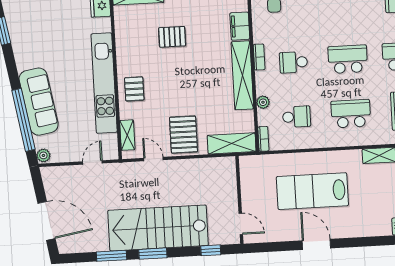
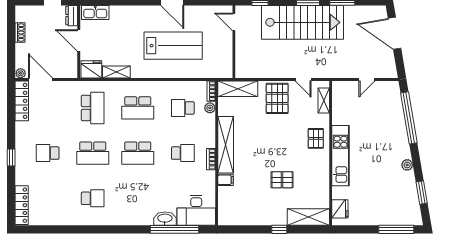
filing cabinet: (240, 26) -> (226, 180), width x0.50
kitchen unit: (104, 83) -> (340, 156), width x0.73
sofa: (39, 102) -> (396, 132), removed
plant: (263, 102) -> (210, 108), moved
plant: (43, 155) -> (407, 165), moved
door: (92, 162) -> (367, 80), moved

